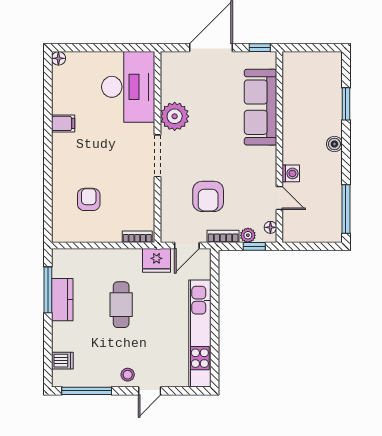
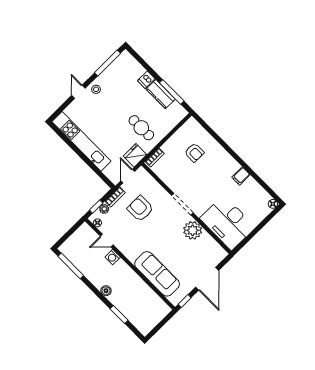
cafe table: (121, 305) -> (141, 128), moved
dishwasher: (62, 361) -> (146, 80), moved

